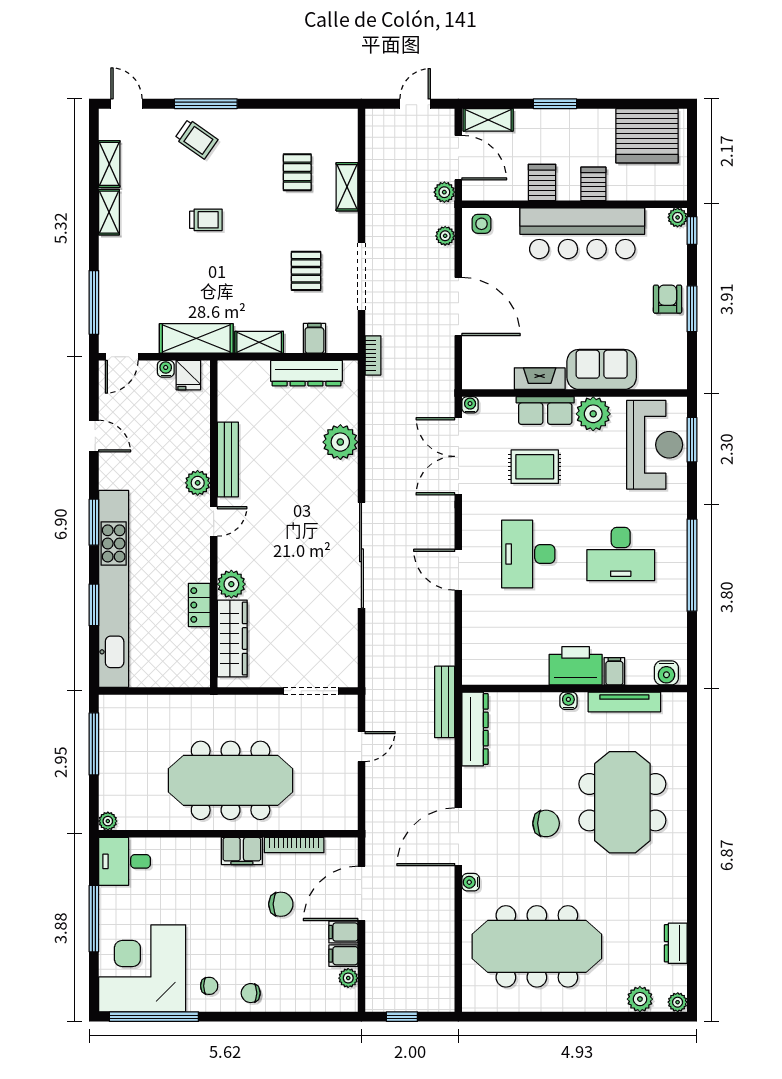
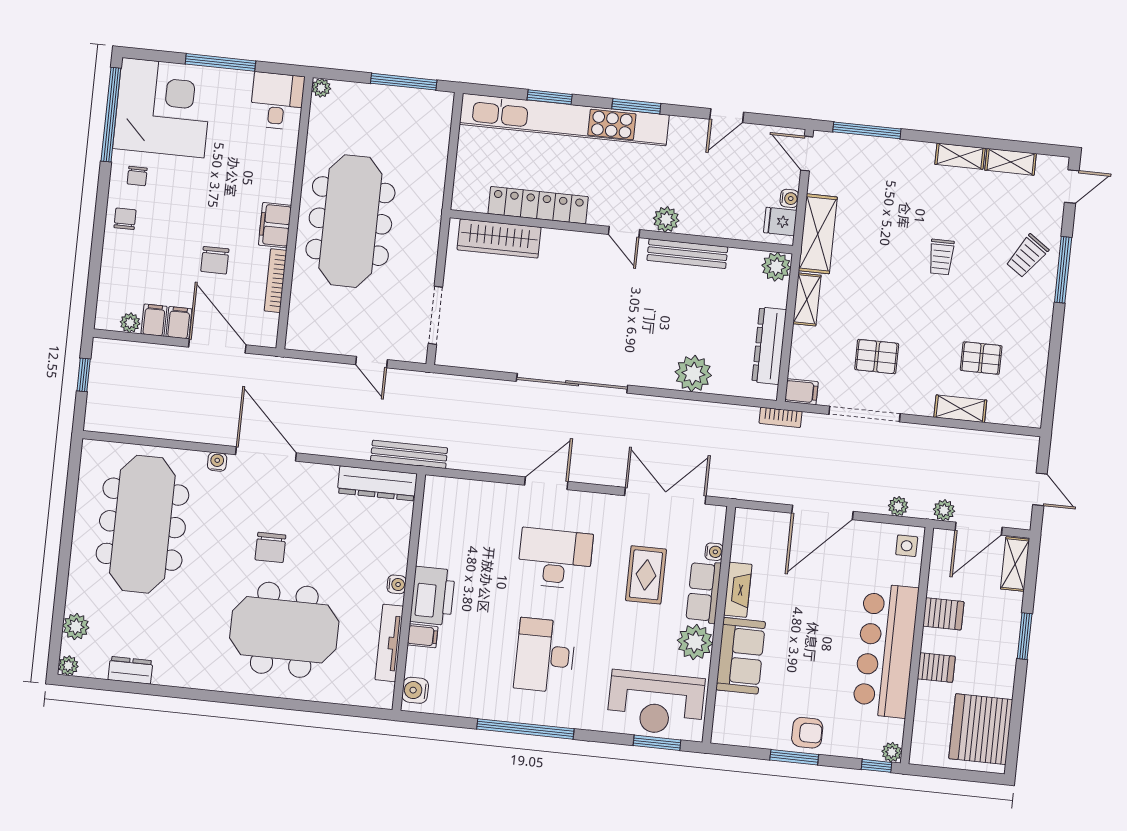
filing cabinet: (314, 338) -> (801, 392), moved
water cooler: (470, 405) -> (714, 552), moved
plant: (231, 584) -> (776, 267), moved
locker: (199, 605) -> (538, 205), width x2.16, depth x1.21

